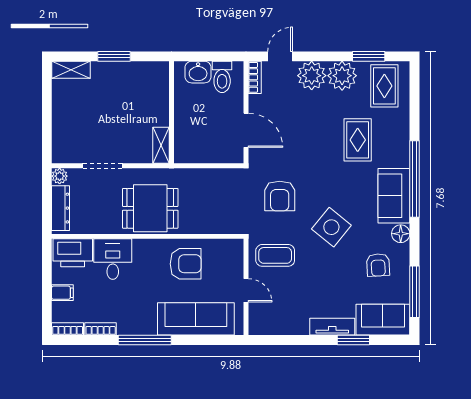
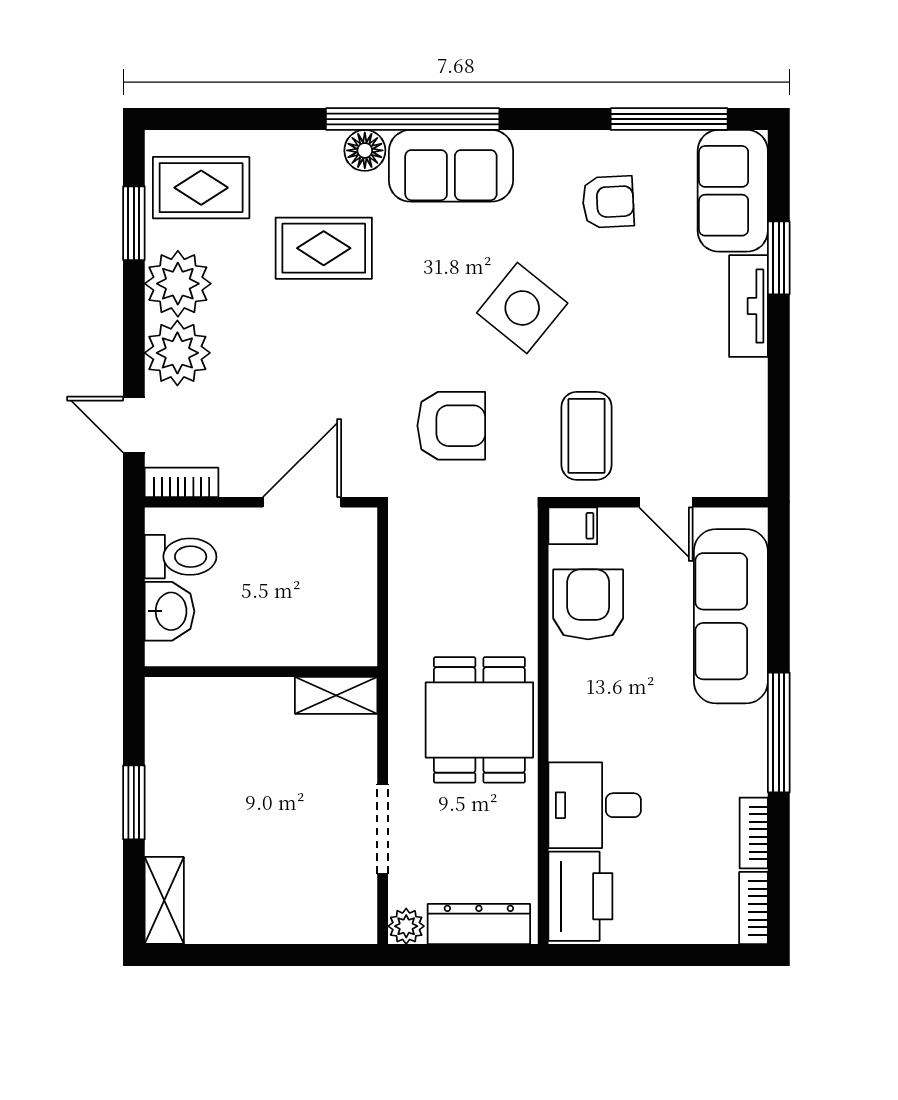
floor lamp: (401, 234) -> (365, 150), moved
armchair: (186, 264) -> (588, 604), moved
door: (246, 290) -> (666, 502), swing flipped
filing cabinet: (62, 293) -> (573, 526), moved, turned 90

